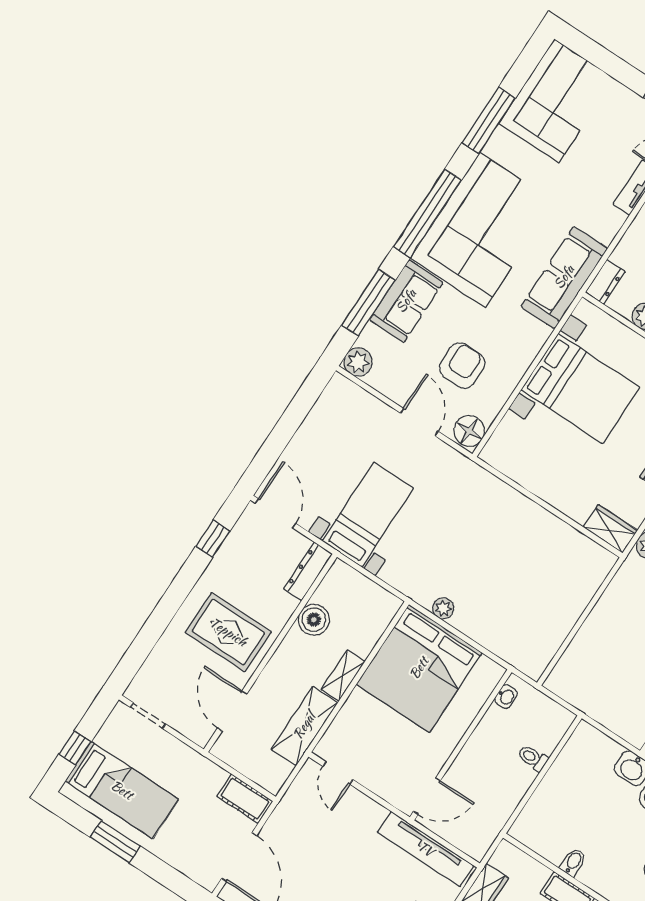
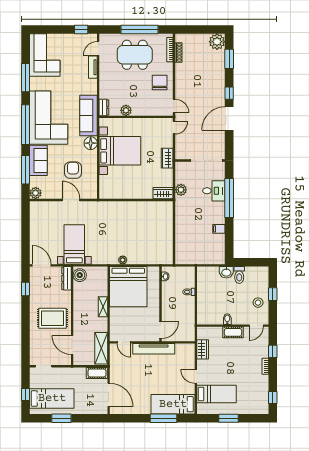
floor lamp: (469, 431) -> (91, 143), moved
boiler: (314, 620) -> (80, 275), moved
shelving: (304, 726) -> (101, 348), moved
tv unit: (426, 849) -> (154, 349), moved

